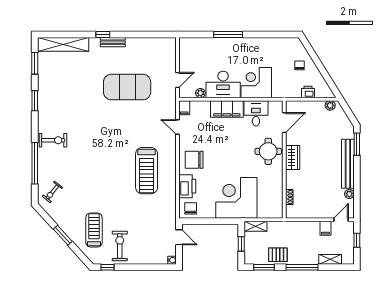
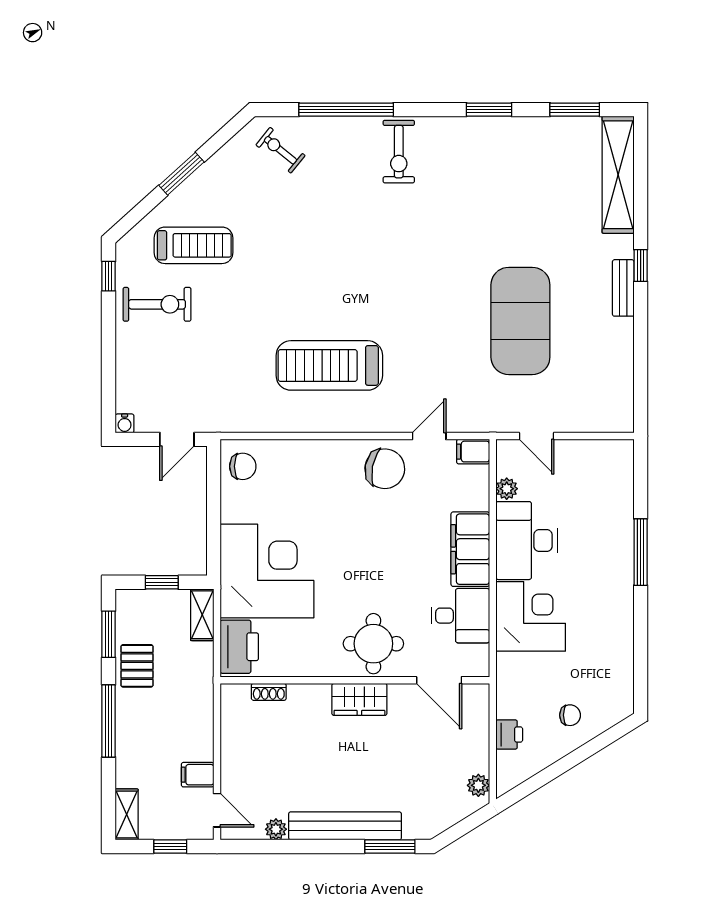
chair: (194, 160) -> (385, 469), moved, turned 101
printer: (187, 186) -> (239, 647), moved, turned -90
shelving: (330, 259) -> (127, 814), moved

